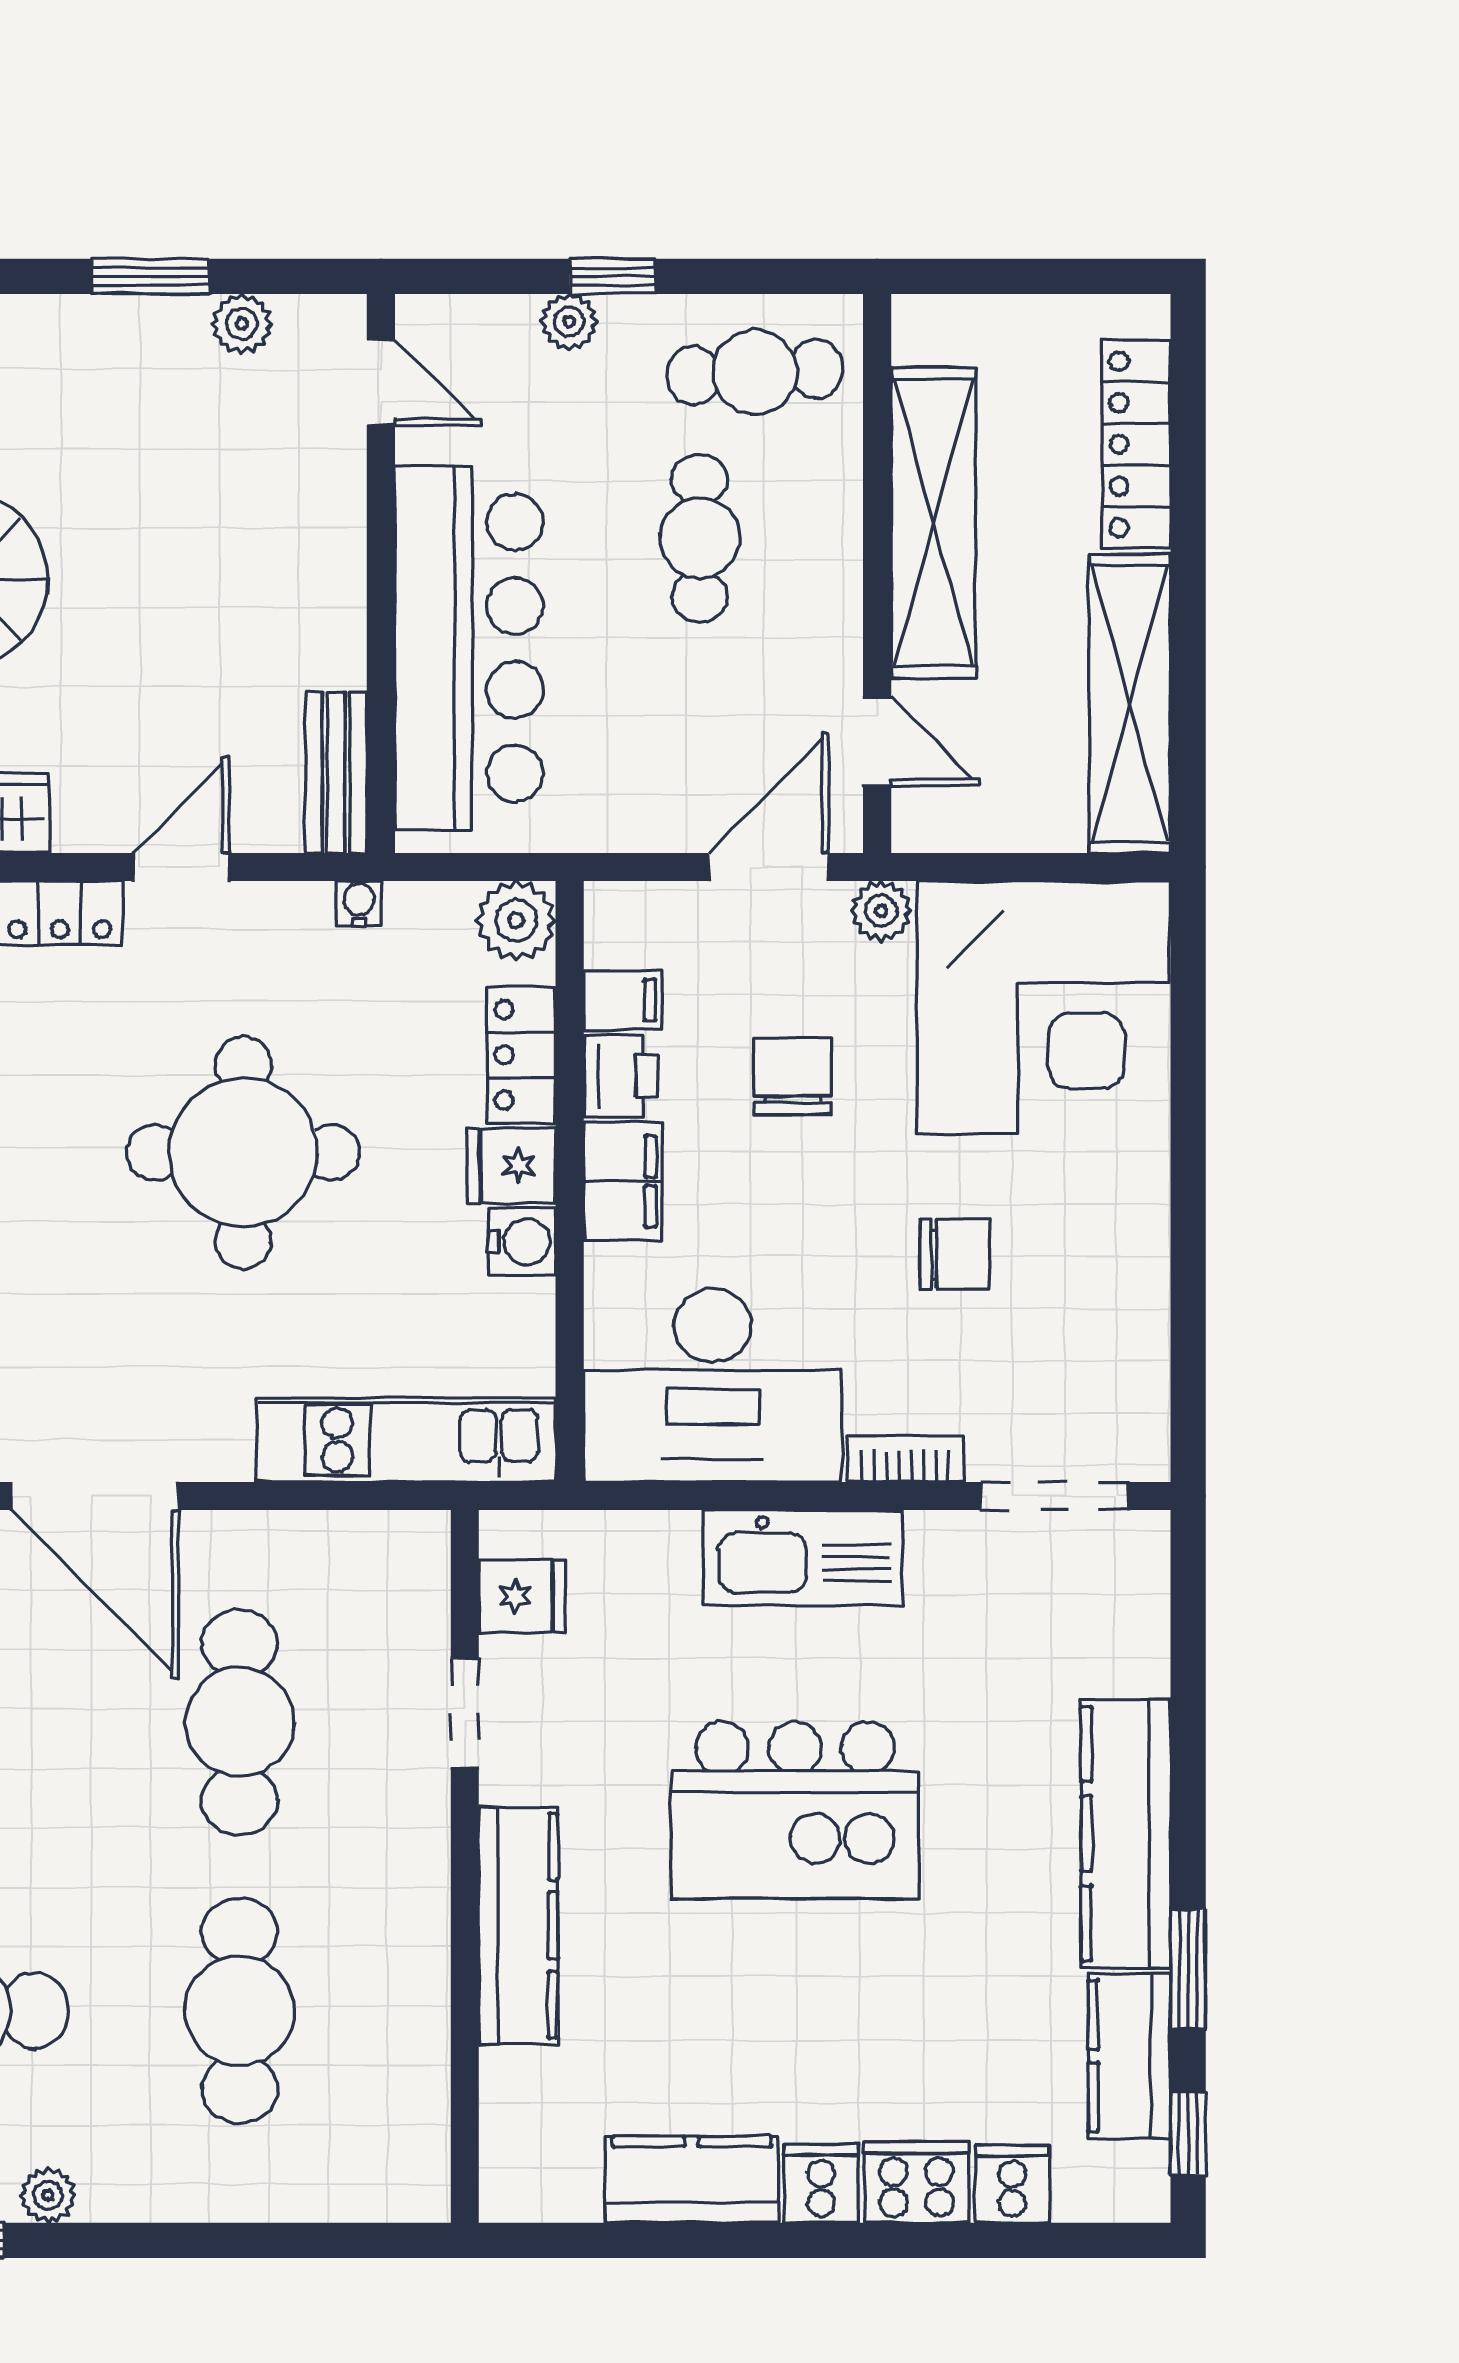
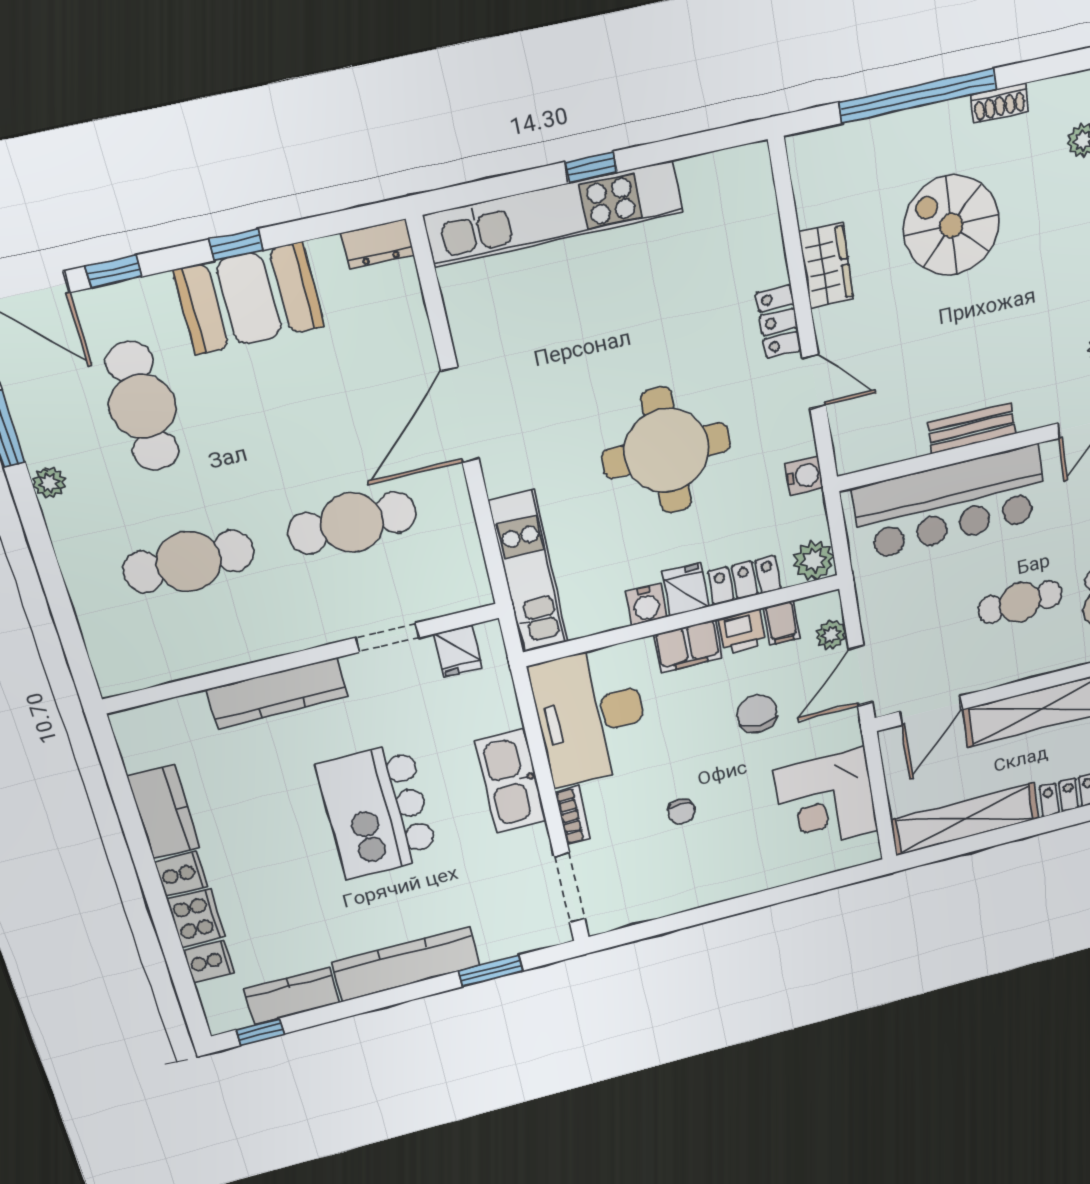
door: (877, 741) -> (931, 711), width x1.38
bench: (336, 772) -> (972, 428), moved
door: (768, 867) -> (861, 676), swing flipped
water cooler: (359, 904) -> (804, 476), width x1.38, depth x1.38
plant: (881, 911) -> (831, 635), moved
corner desk: (1043, 1008) -> (826, 800), width x0.74, depth x0.74
chair: (792, 1076) -> (757, 714), turned -90
chair: (955, 1254) -> (681, 812), width x0.73, depth x0.73
window: (1188, 1969) -> (490, 971), moved

